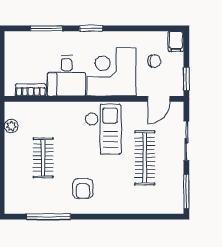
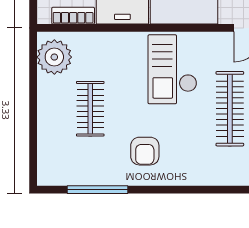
plant: (11, 126) -> (54, 57), width x1.88, depth x1.88
checkout: (103, 129) -> (172, 69), turned 180

